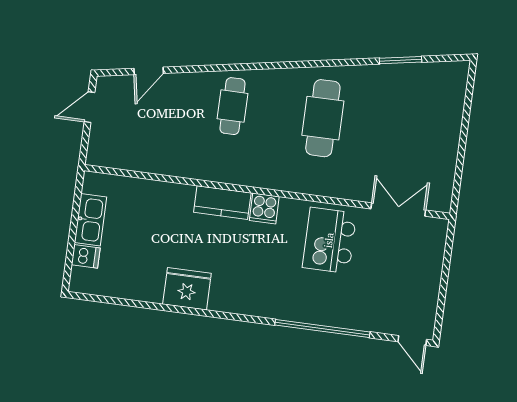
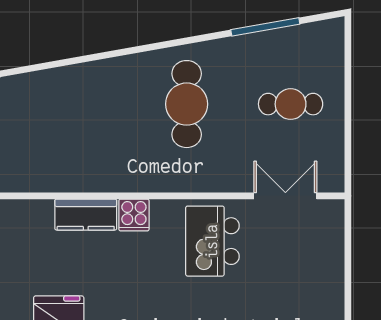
window: (400, 60) -> (265, 27), width x1.44
cafe table: (232, 106) -> (291, 104), moved, turned 90

